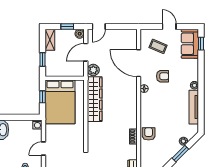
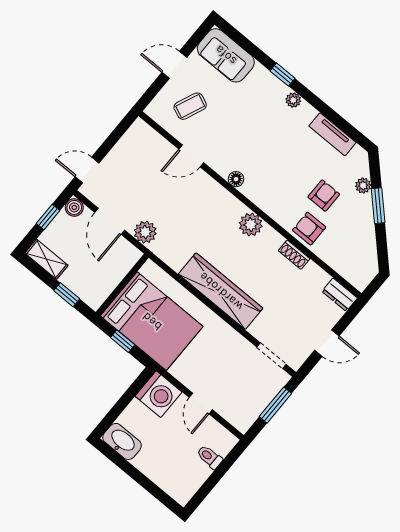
door: (99, 26) -> (87, 170), swing flipped
window: (201, 44) -> (283, 75), moved
door: (139, 63) -> (191, 156), width x0.53
armchair: (162, 76) -> (324, 196), moved
wardrobe: (95, 99) -> (221, 291), moved
tv unit: (194, 107) -> (332, 134), width x0.71
plant: (131, 109) -> (251, 225), added
washing machine: (37, 125) -> (158, 394), width x1.89, depth x1.89

